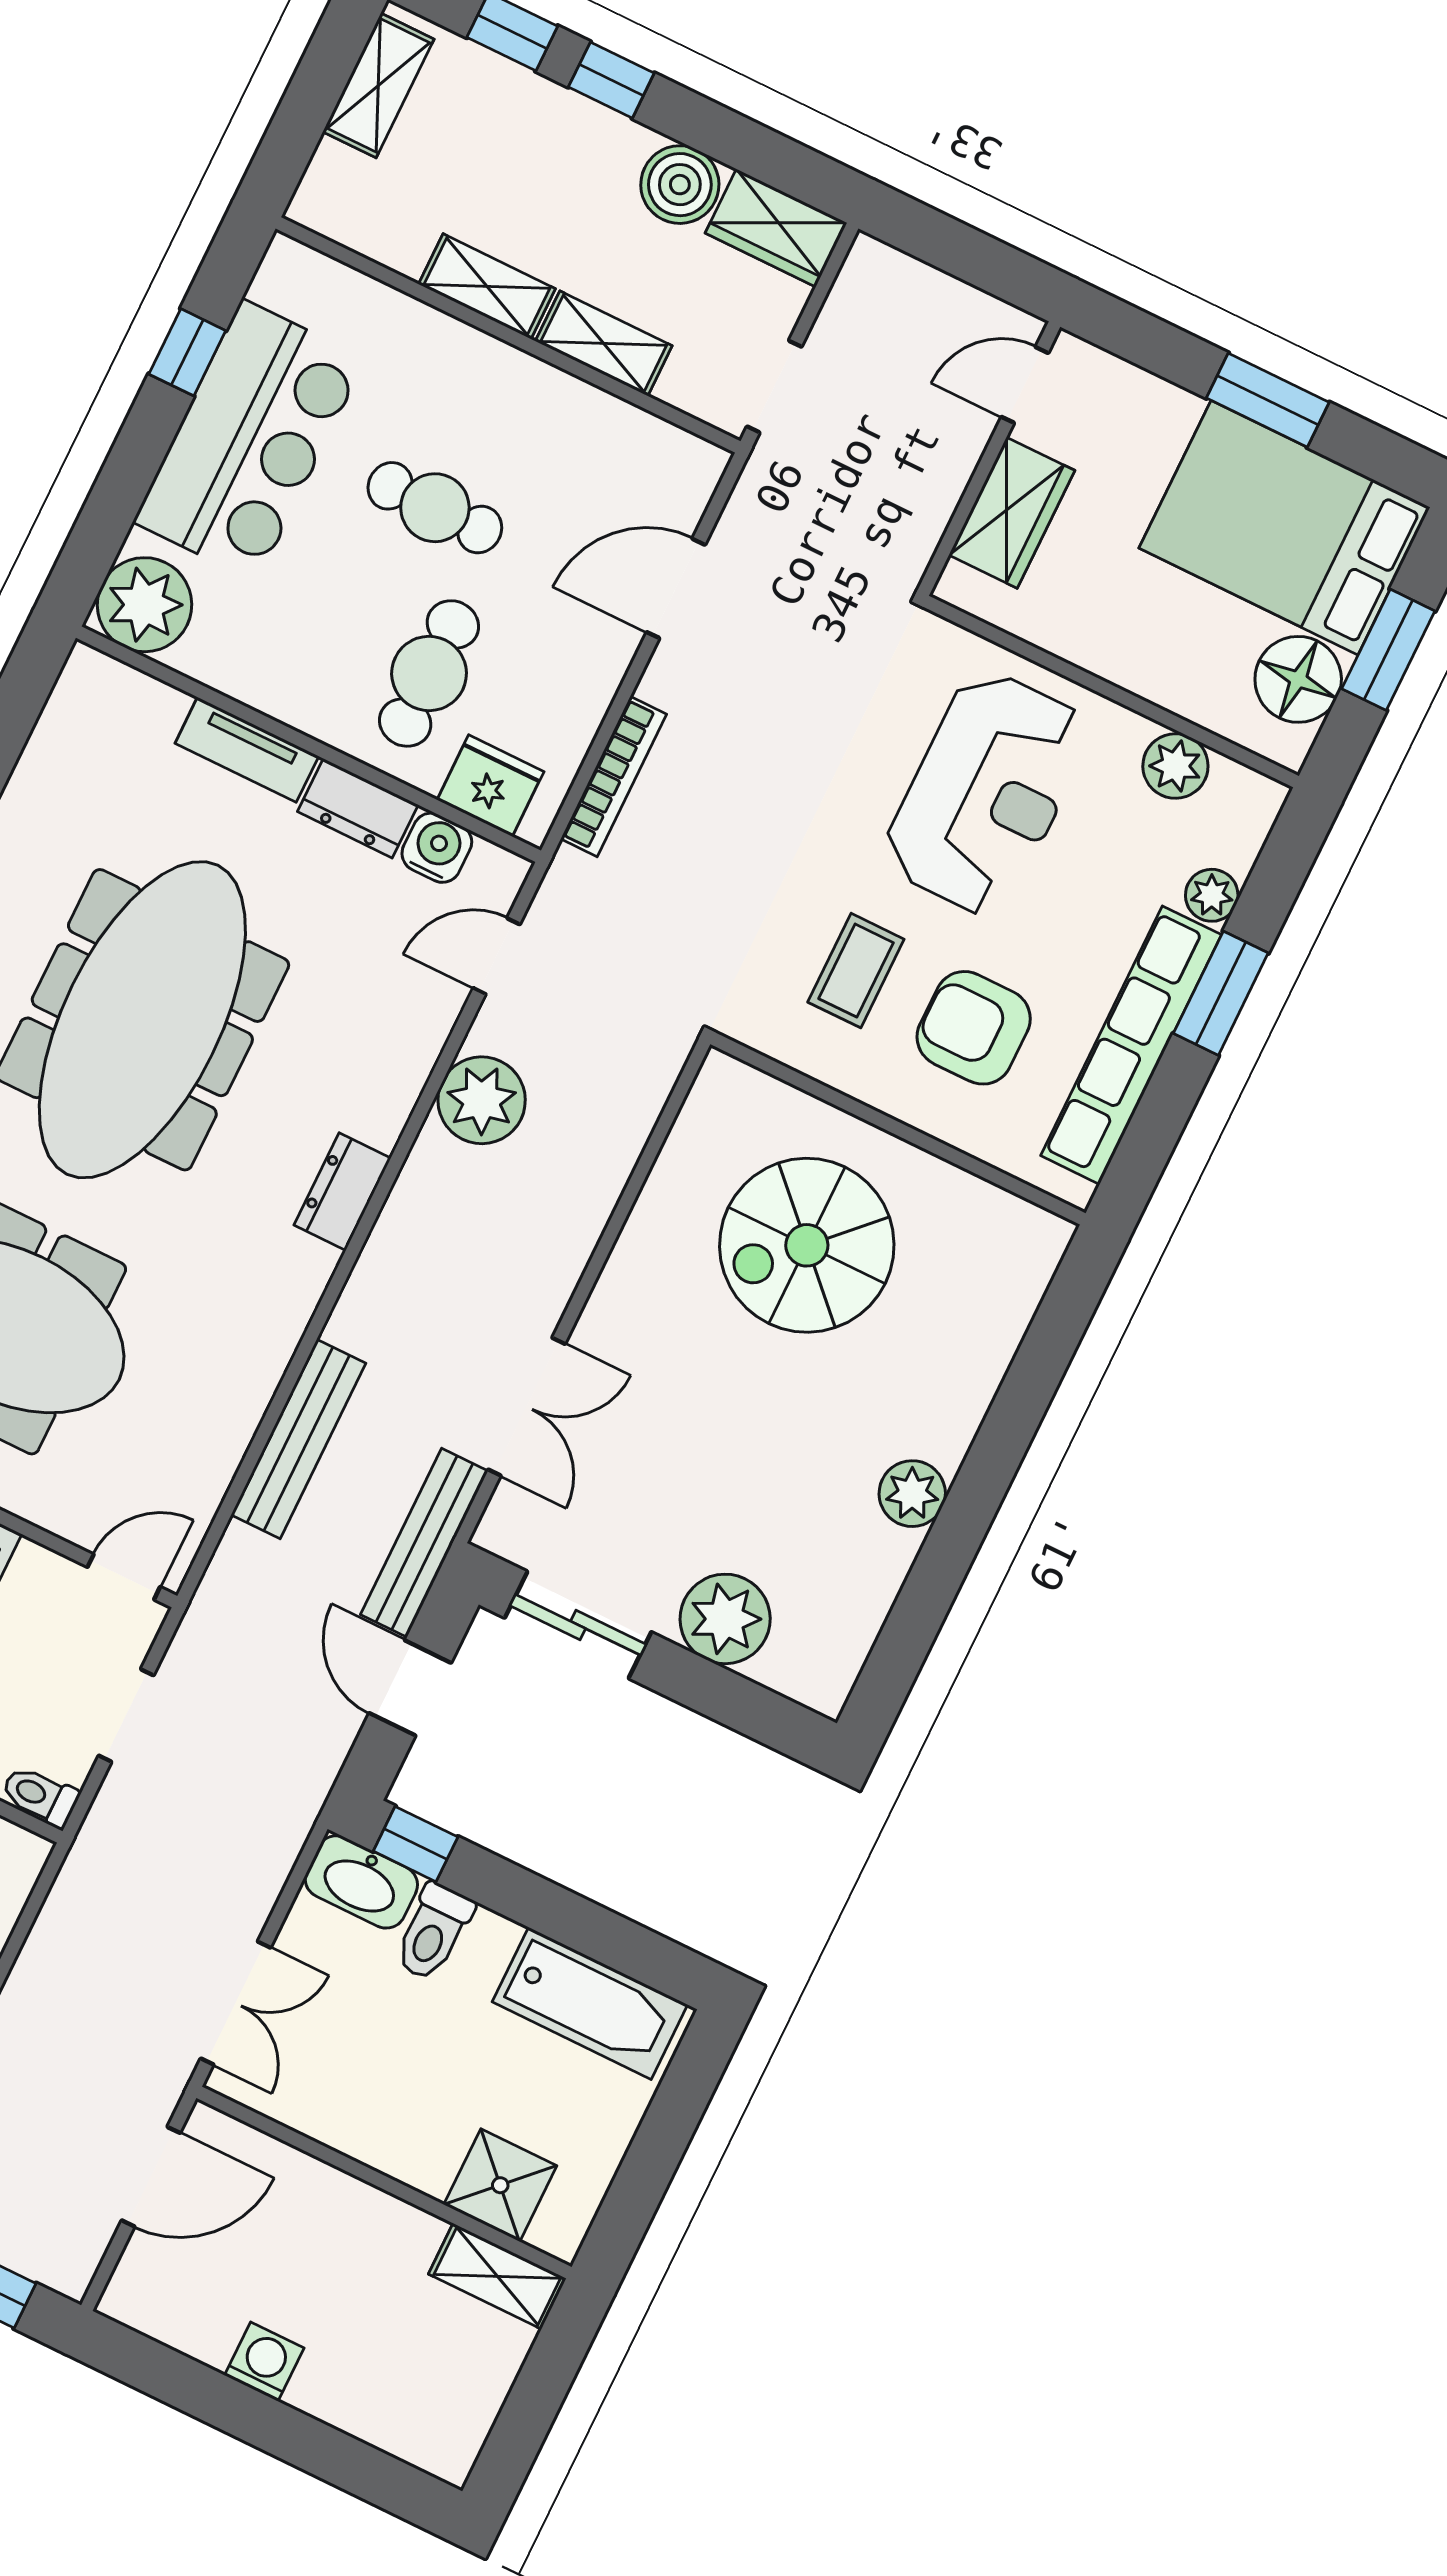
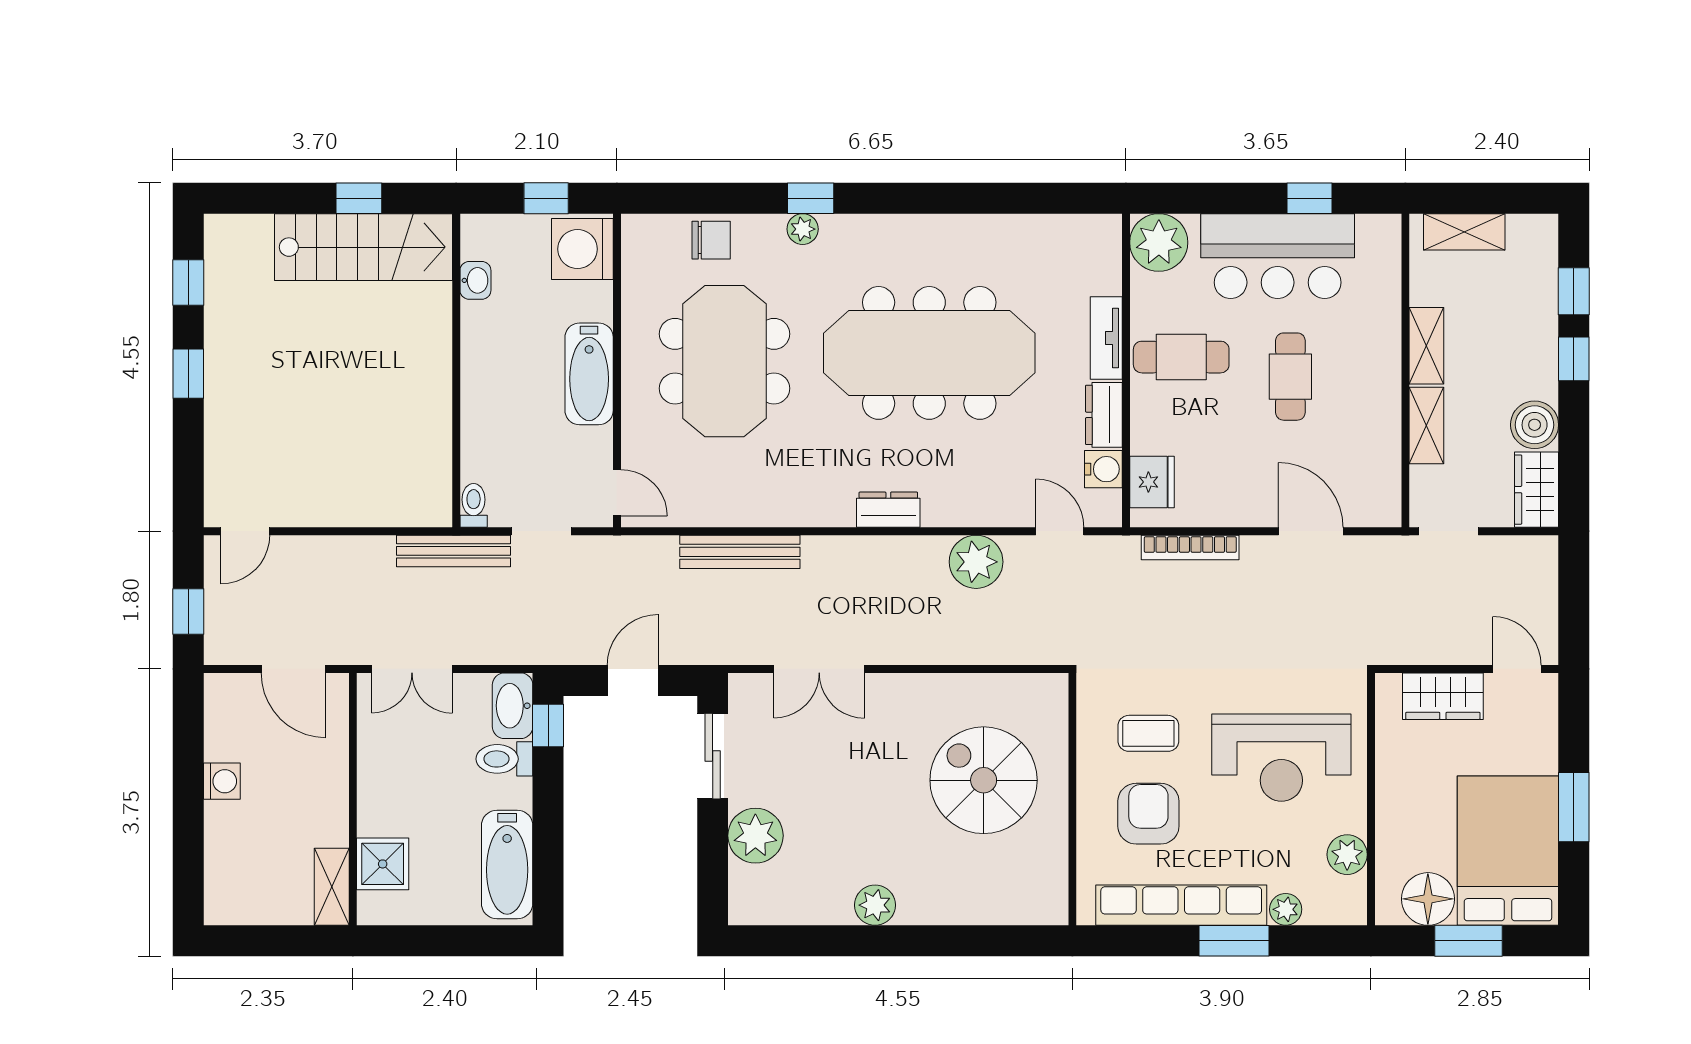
shelving: (378, 85) -> (1464, 232), moved
cafe table: (429, 673) -> (1181, 357), moved
bench: (424, 1543) -> (454, 551), moved

